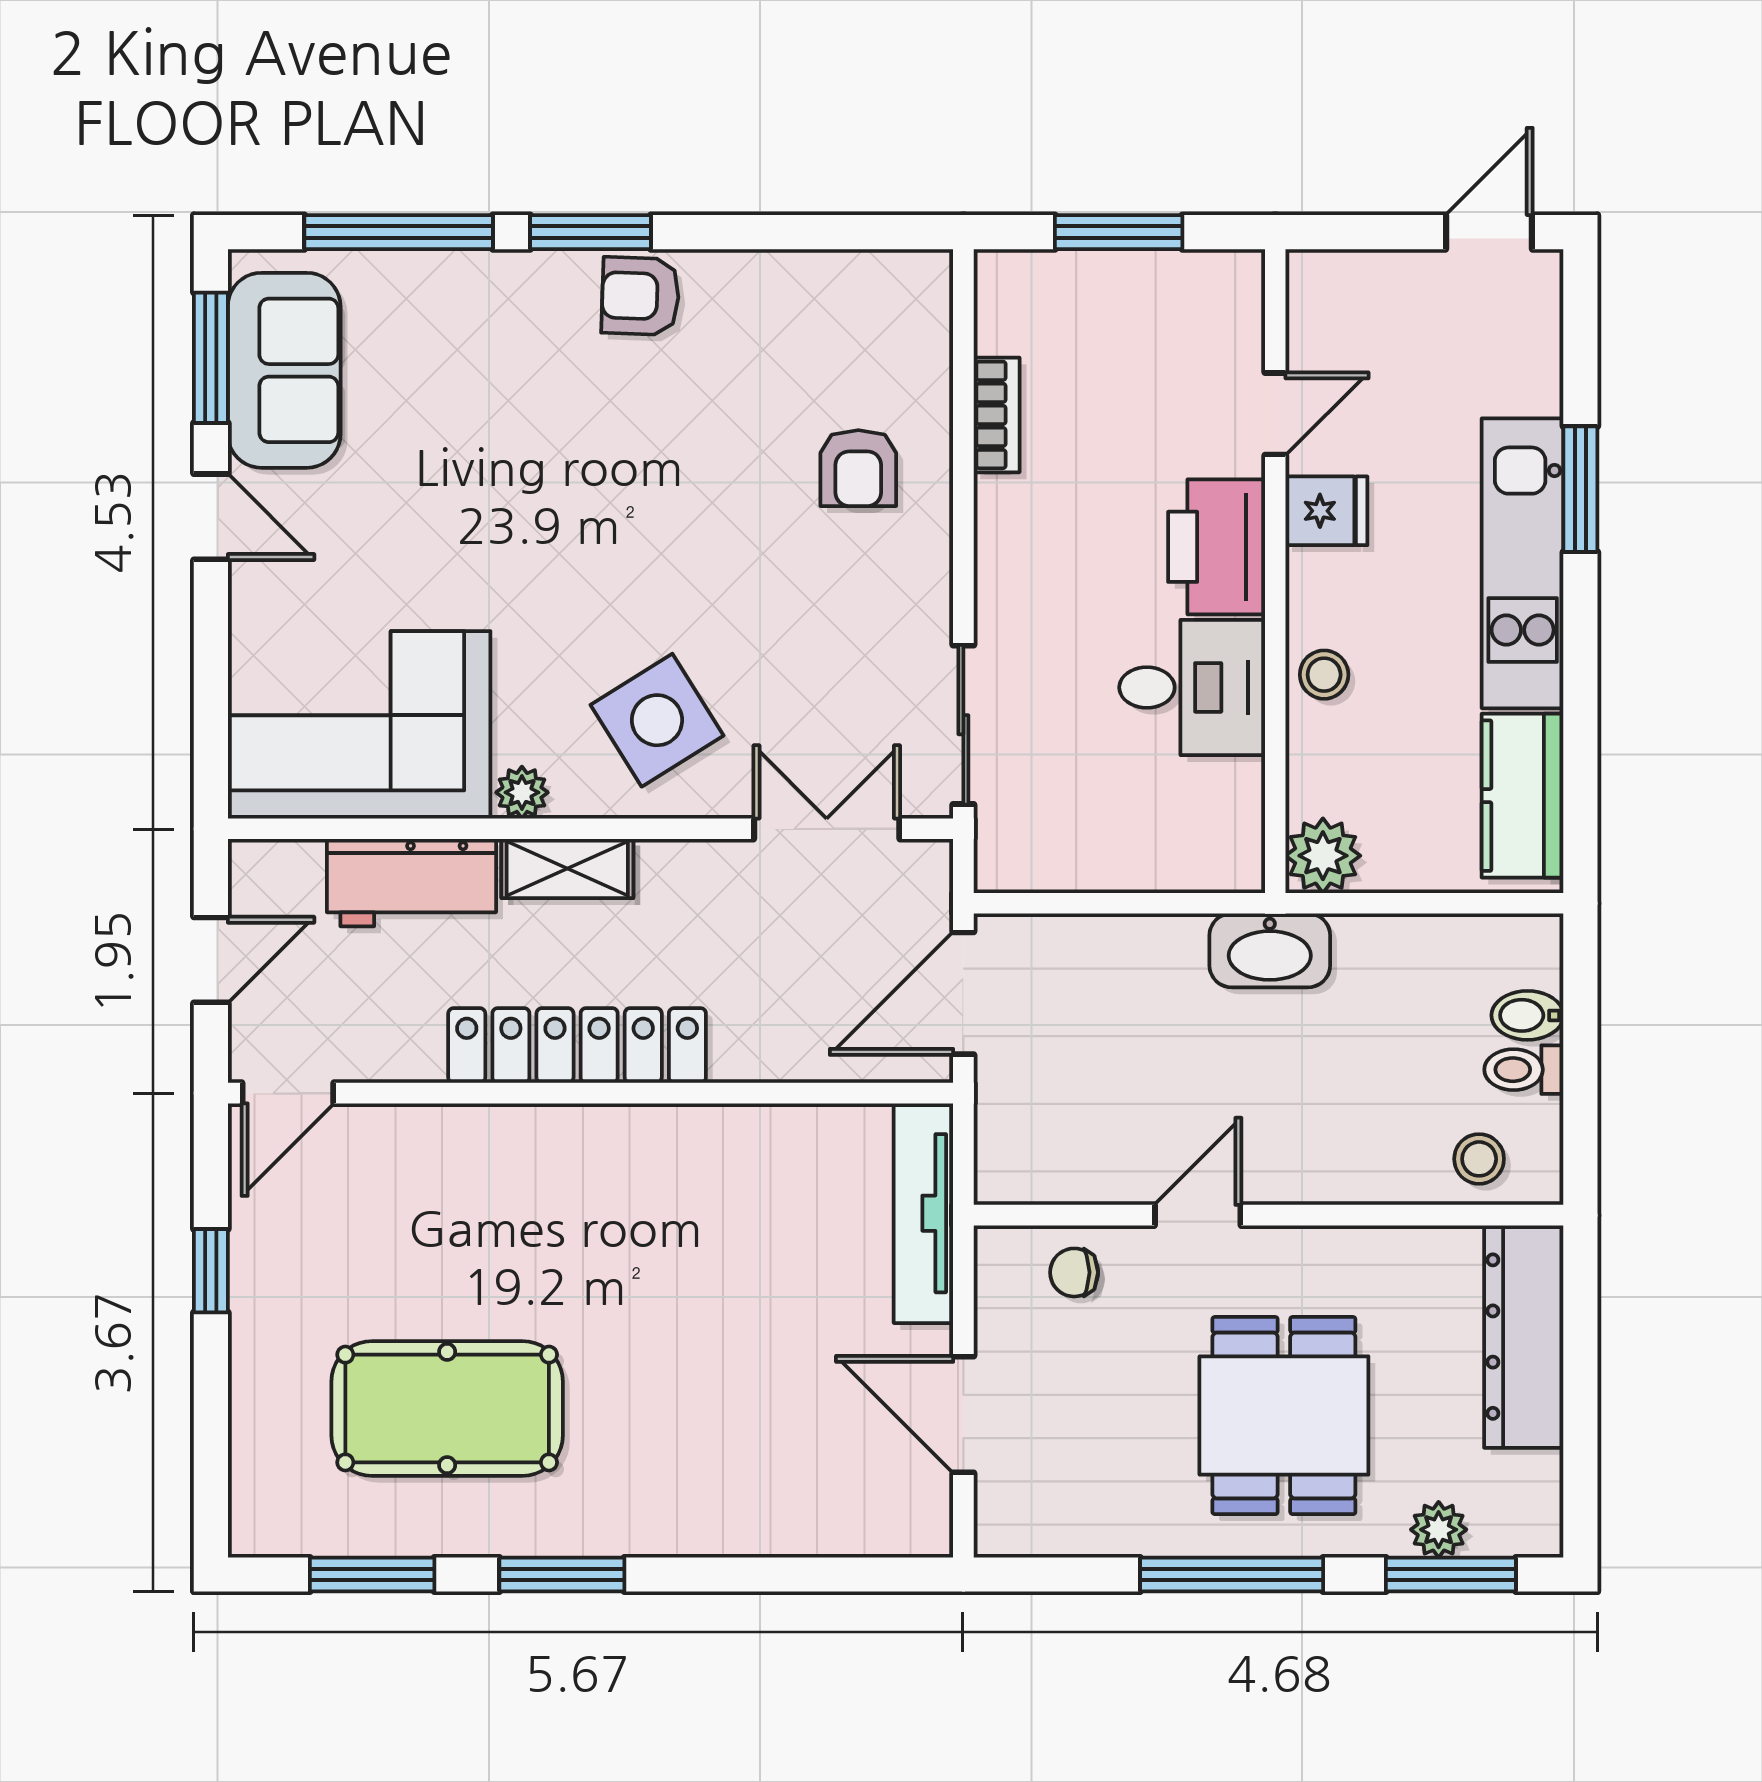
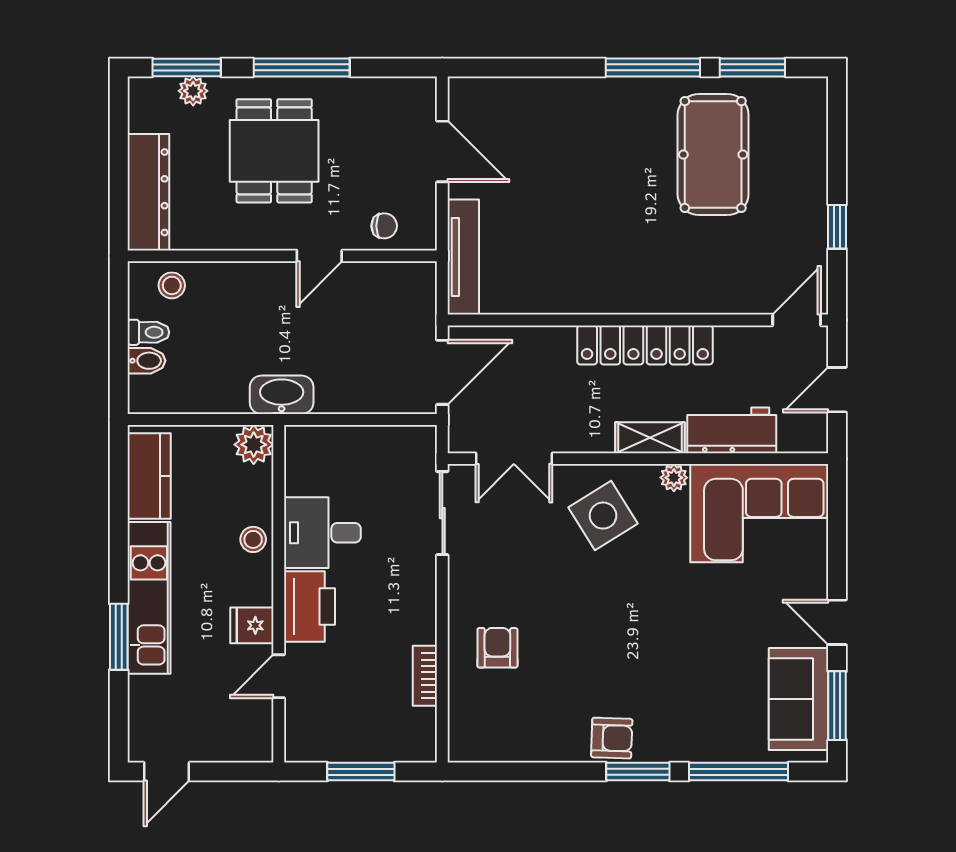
pool table: (447, 1408) -> (713, 155), turned 90
window: (562, 1575) -> (653, 67), width x1.44

